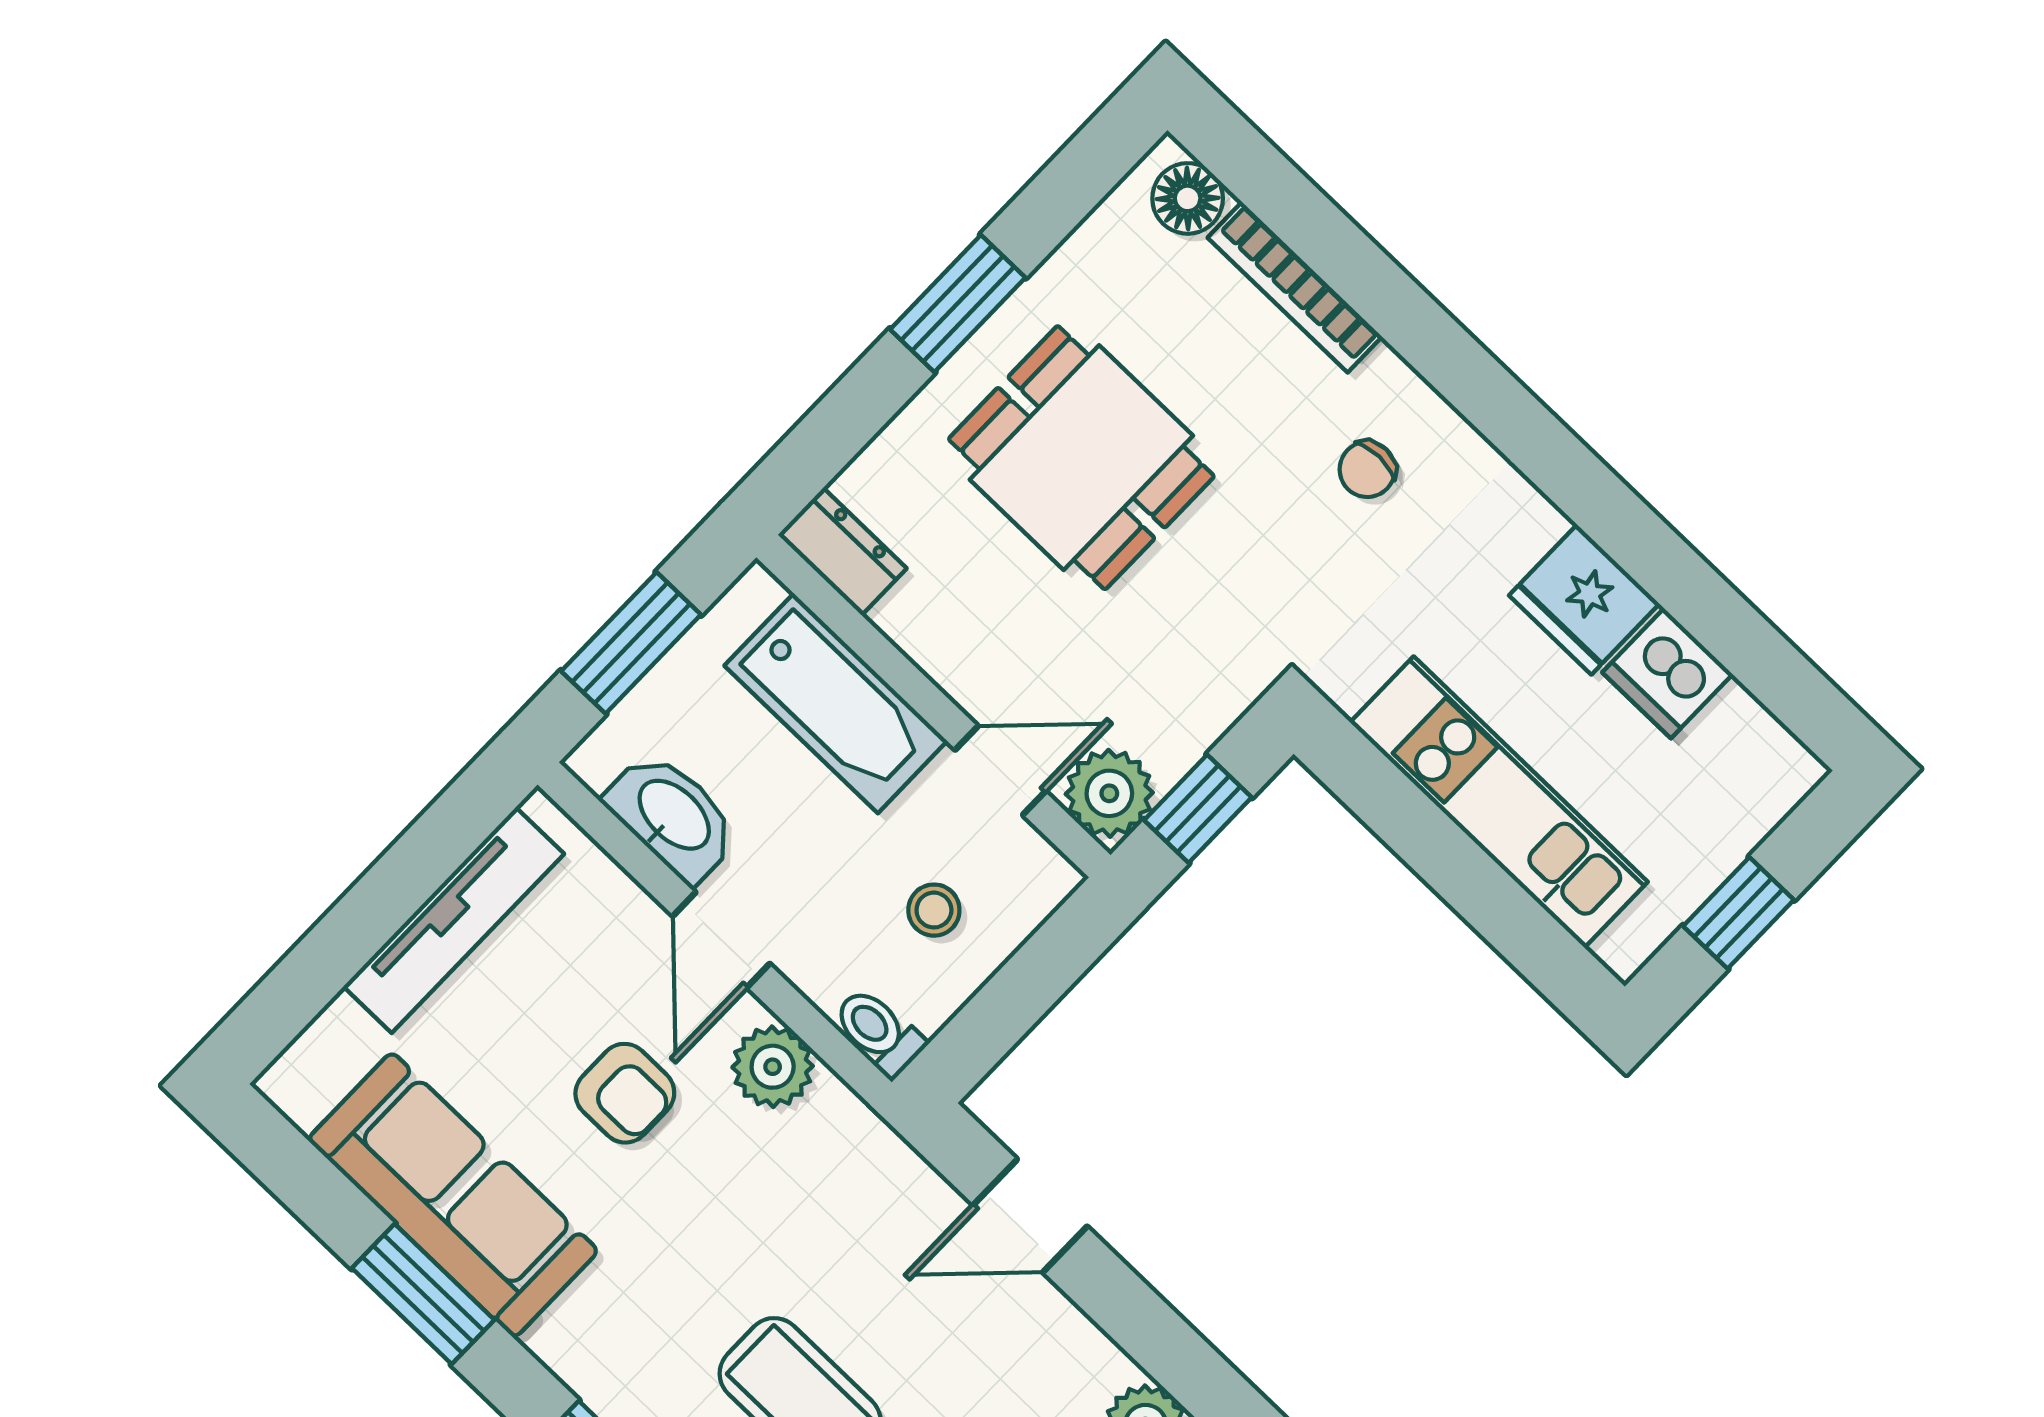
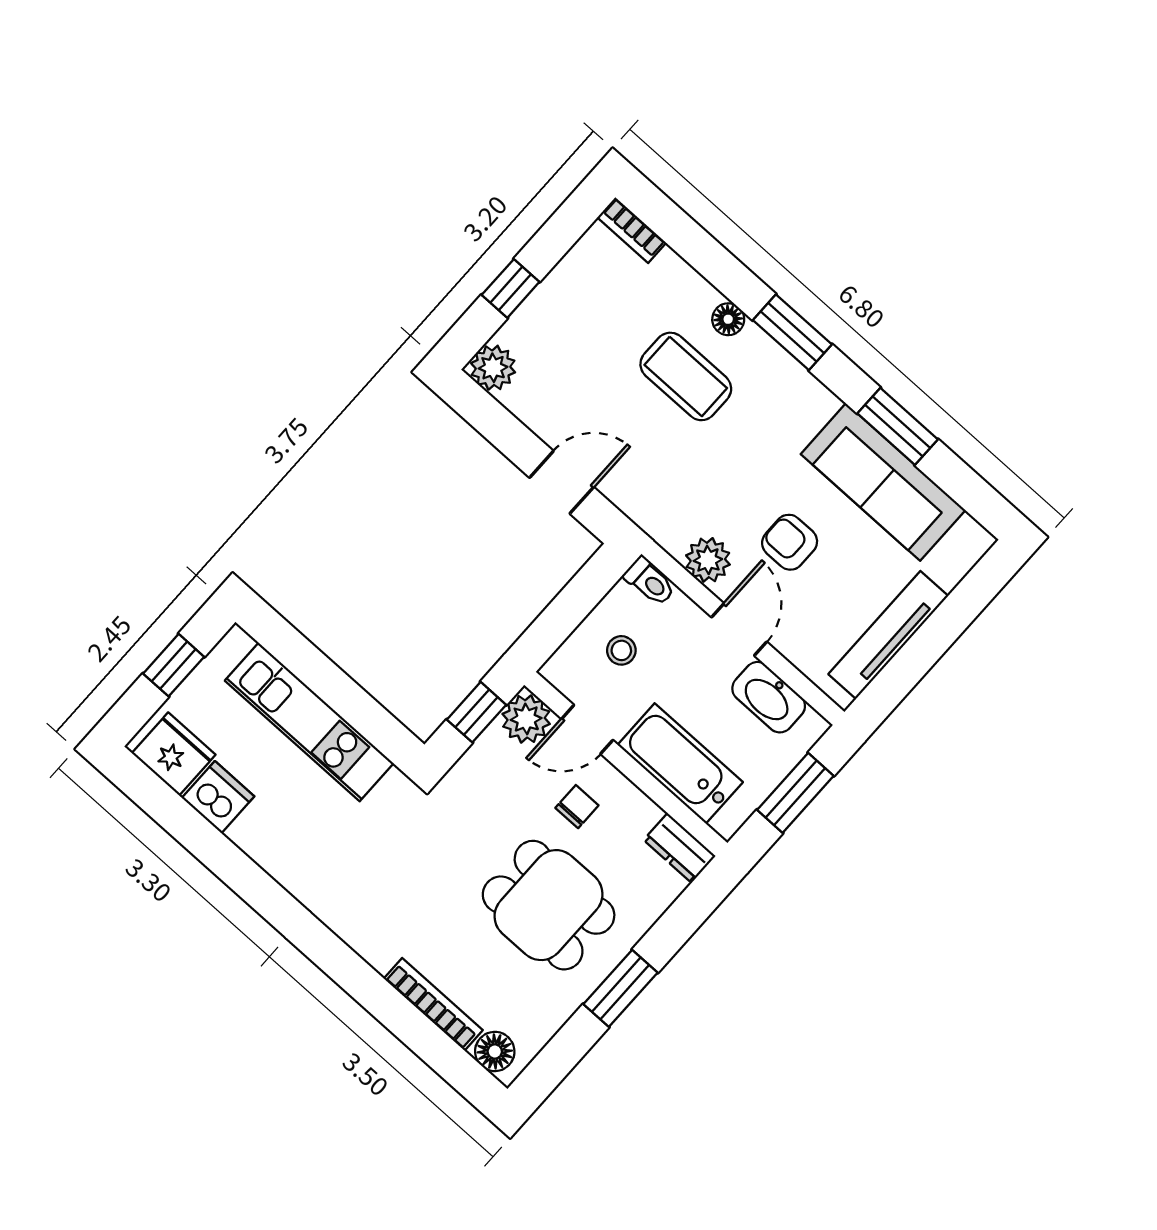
chair: (1367, 469) -> (577, 807), moved
fridge: (1584, 600) -> (174, 754), moved

